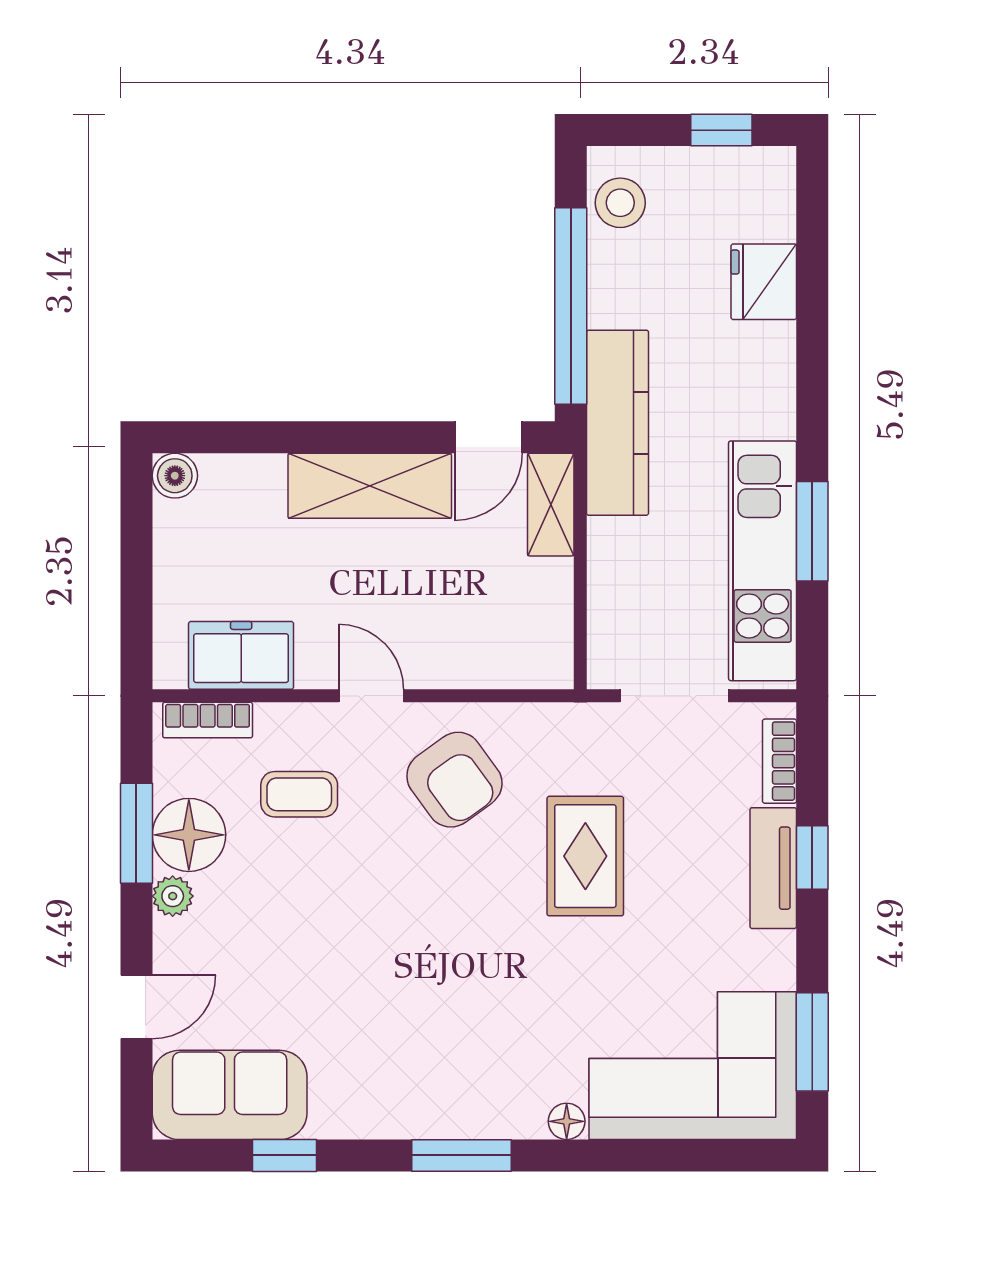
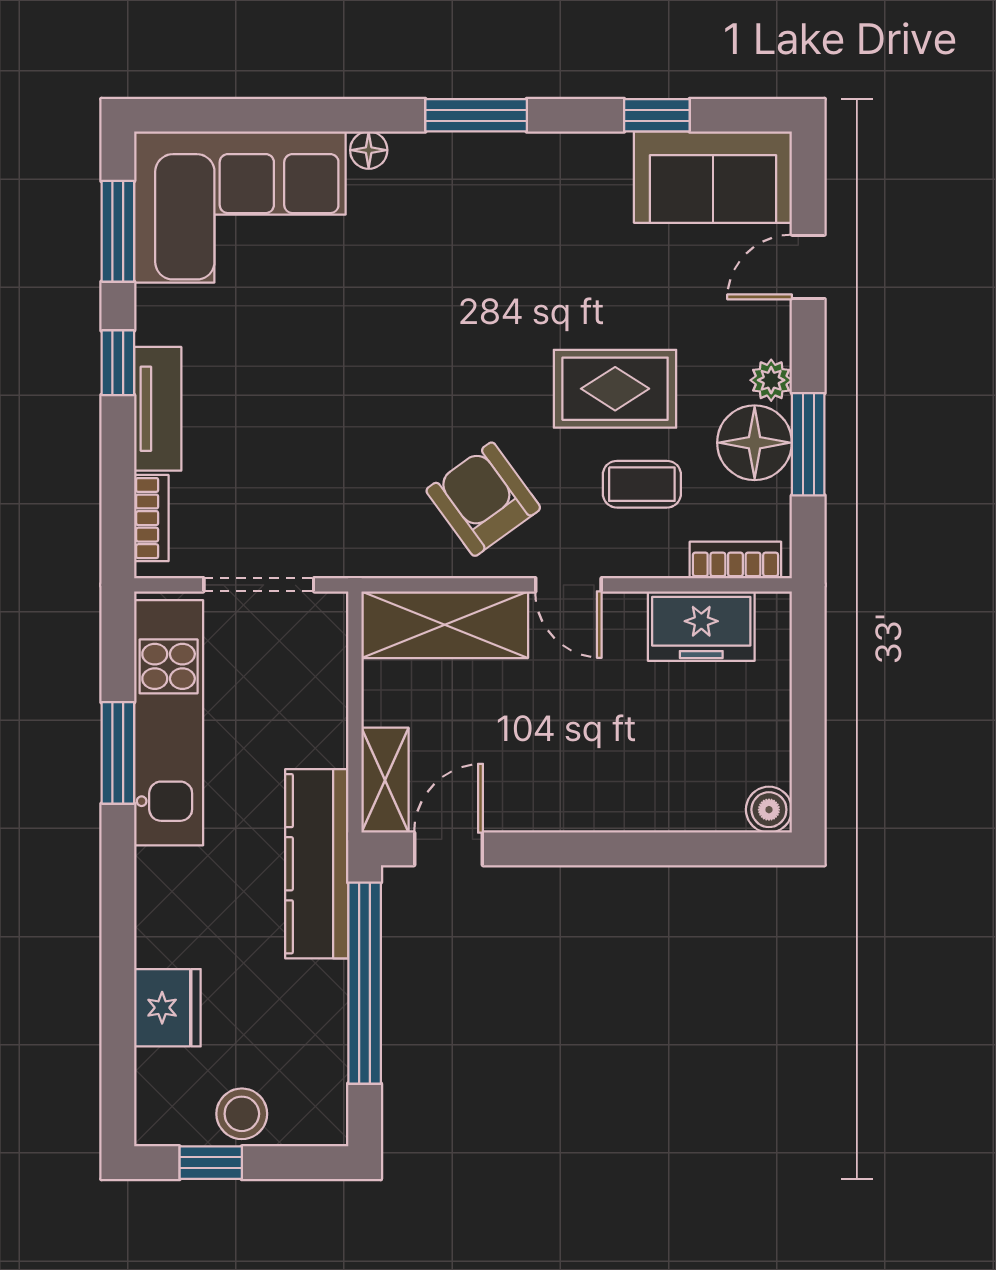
stool: (620, 203) -> (242, 1114), moved
shelving: (370, 486) -> (445, 625), moved
rug: (585, 856) -> (615, 389), moved, turned 90
window: (812, 858) -> (118, 363), moved

